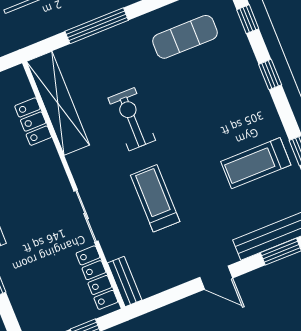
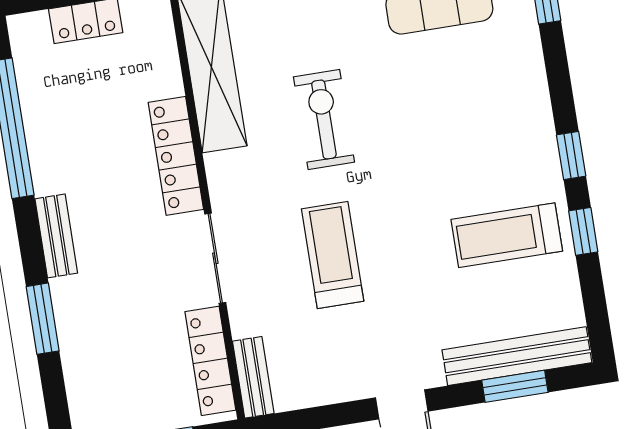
window: (270, 75) -> (571, 156), moved
locker: (33, 122) -> (176, 156), moved, width x1.53

